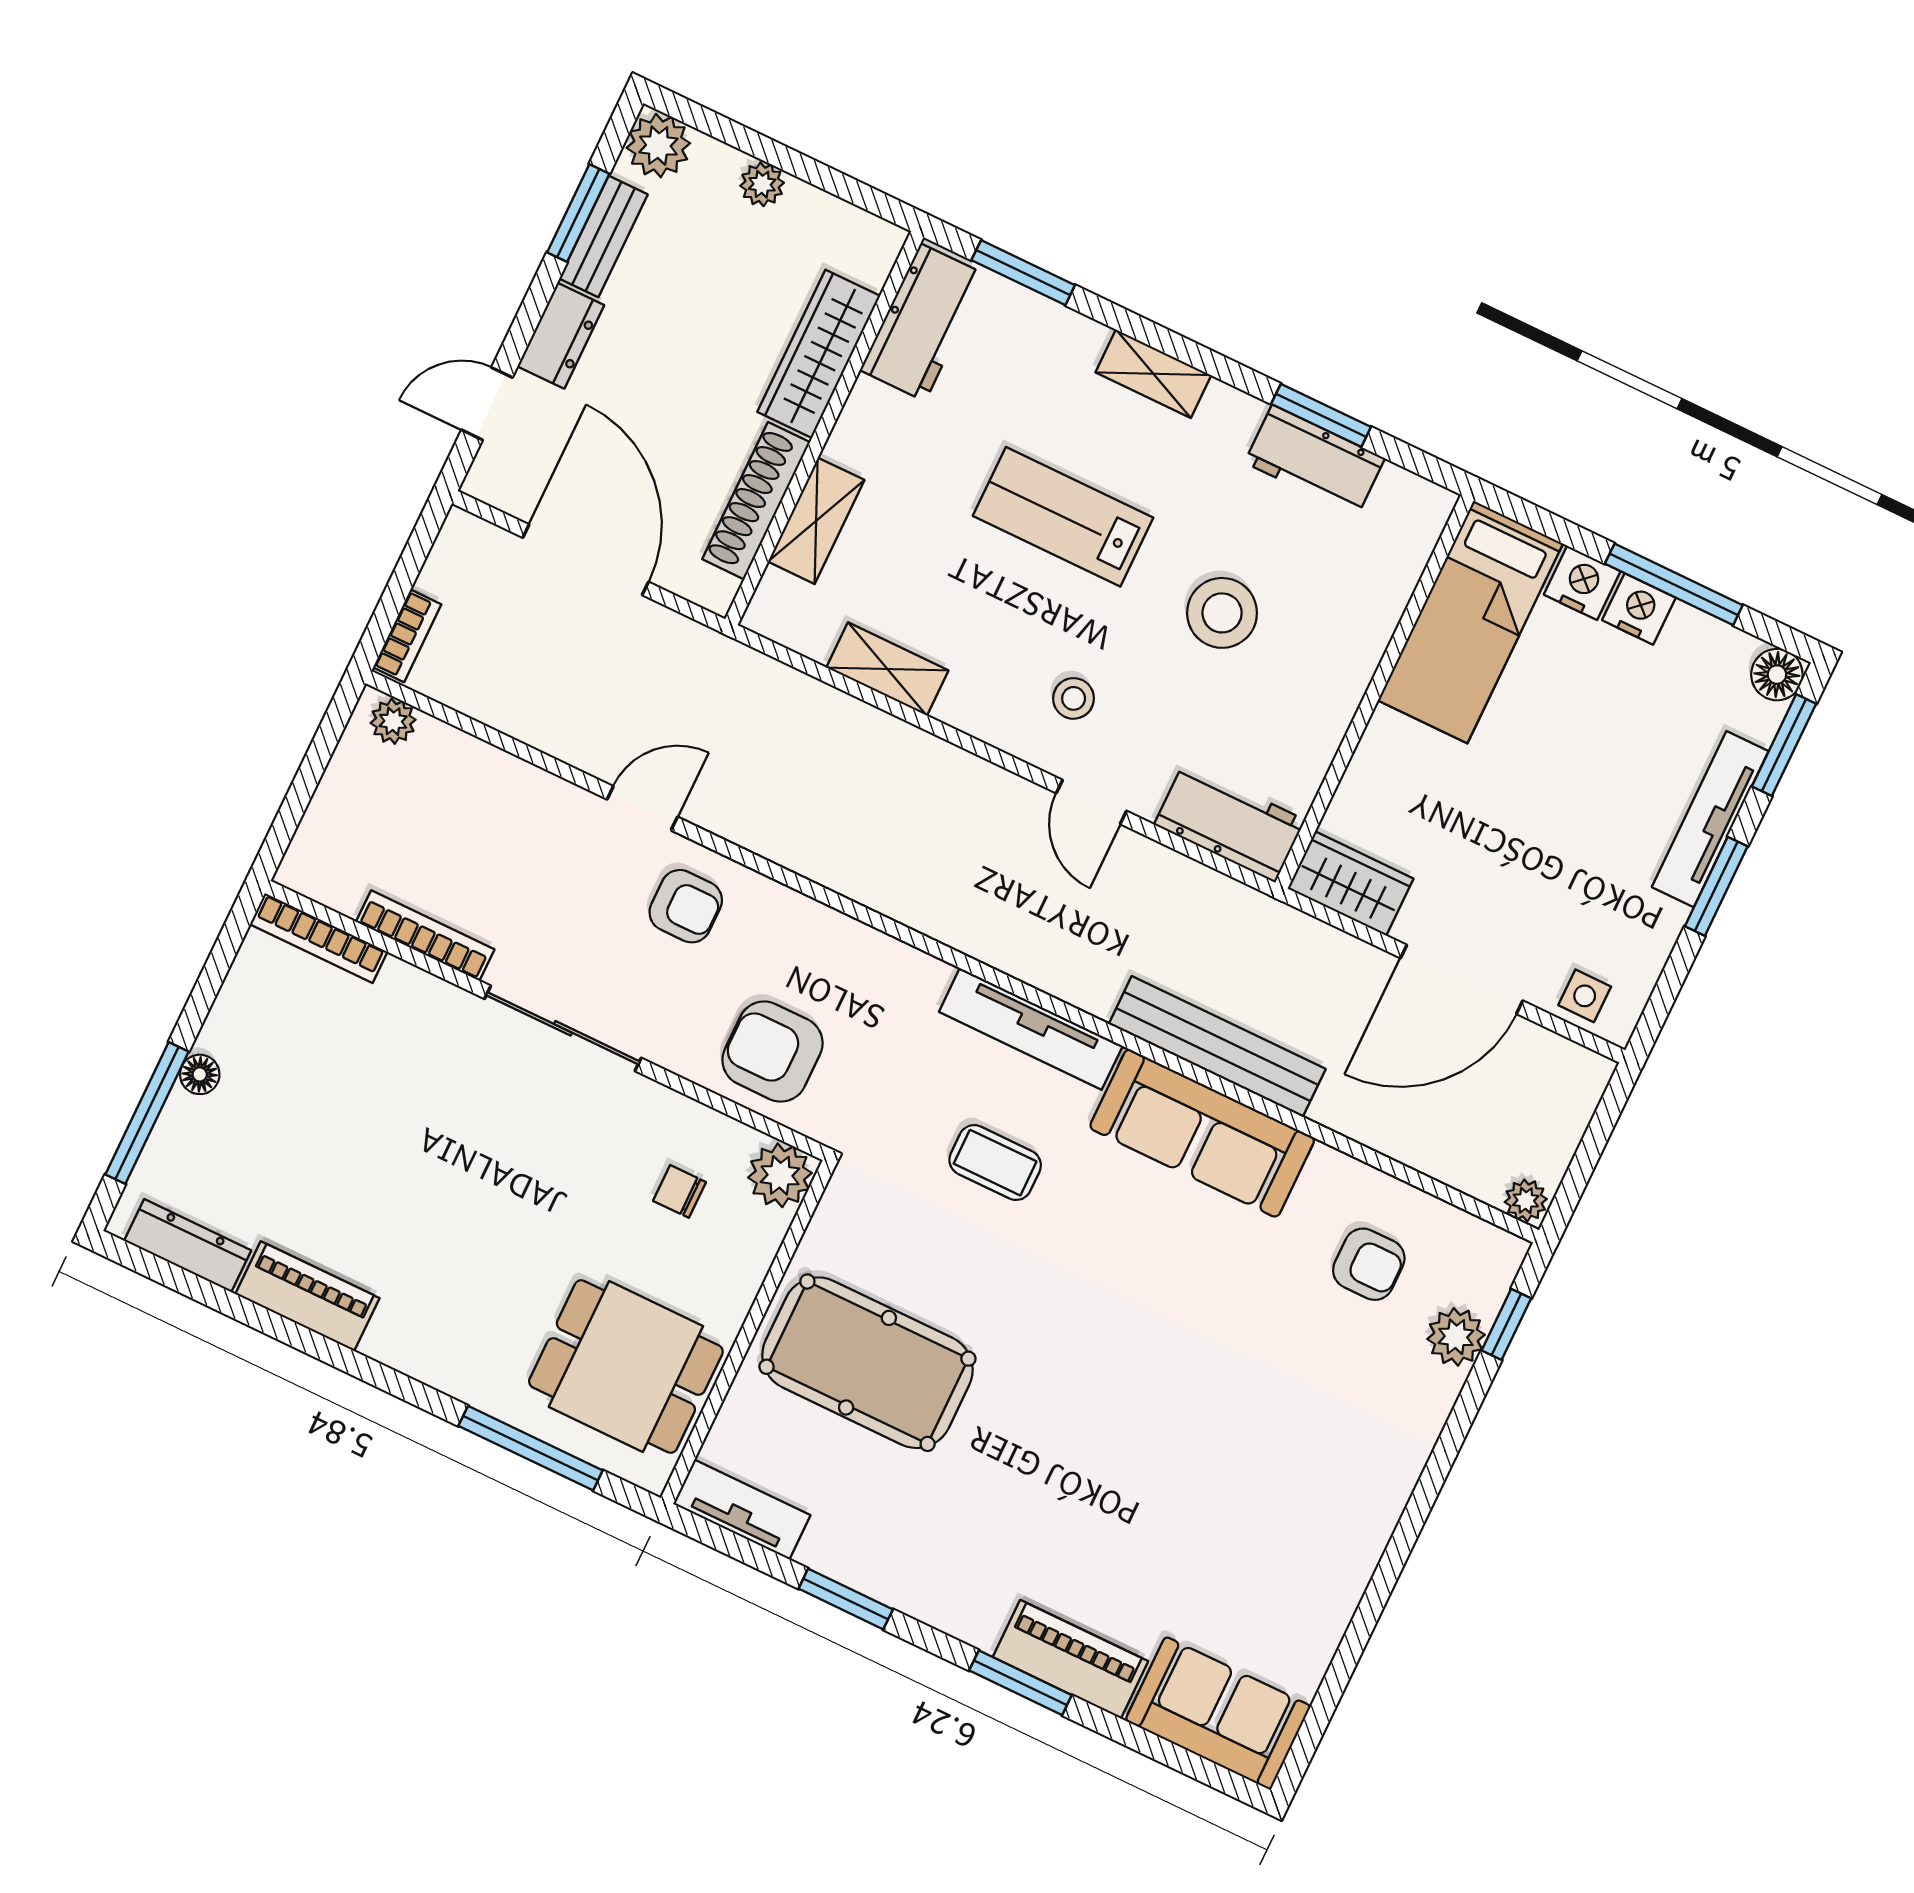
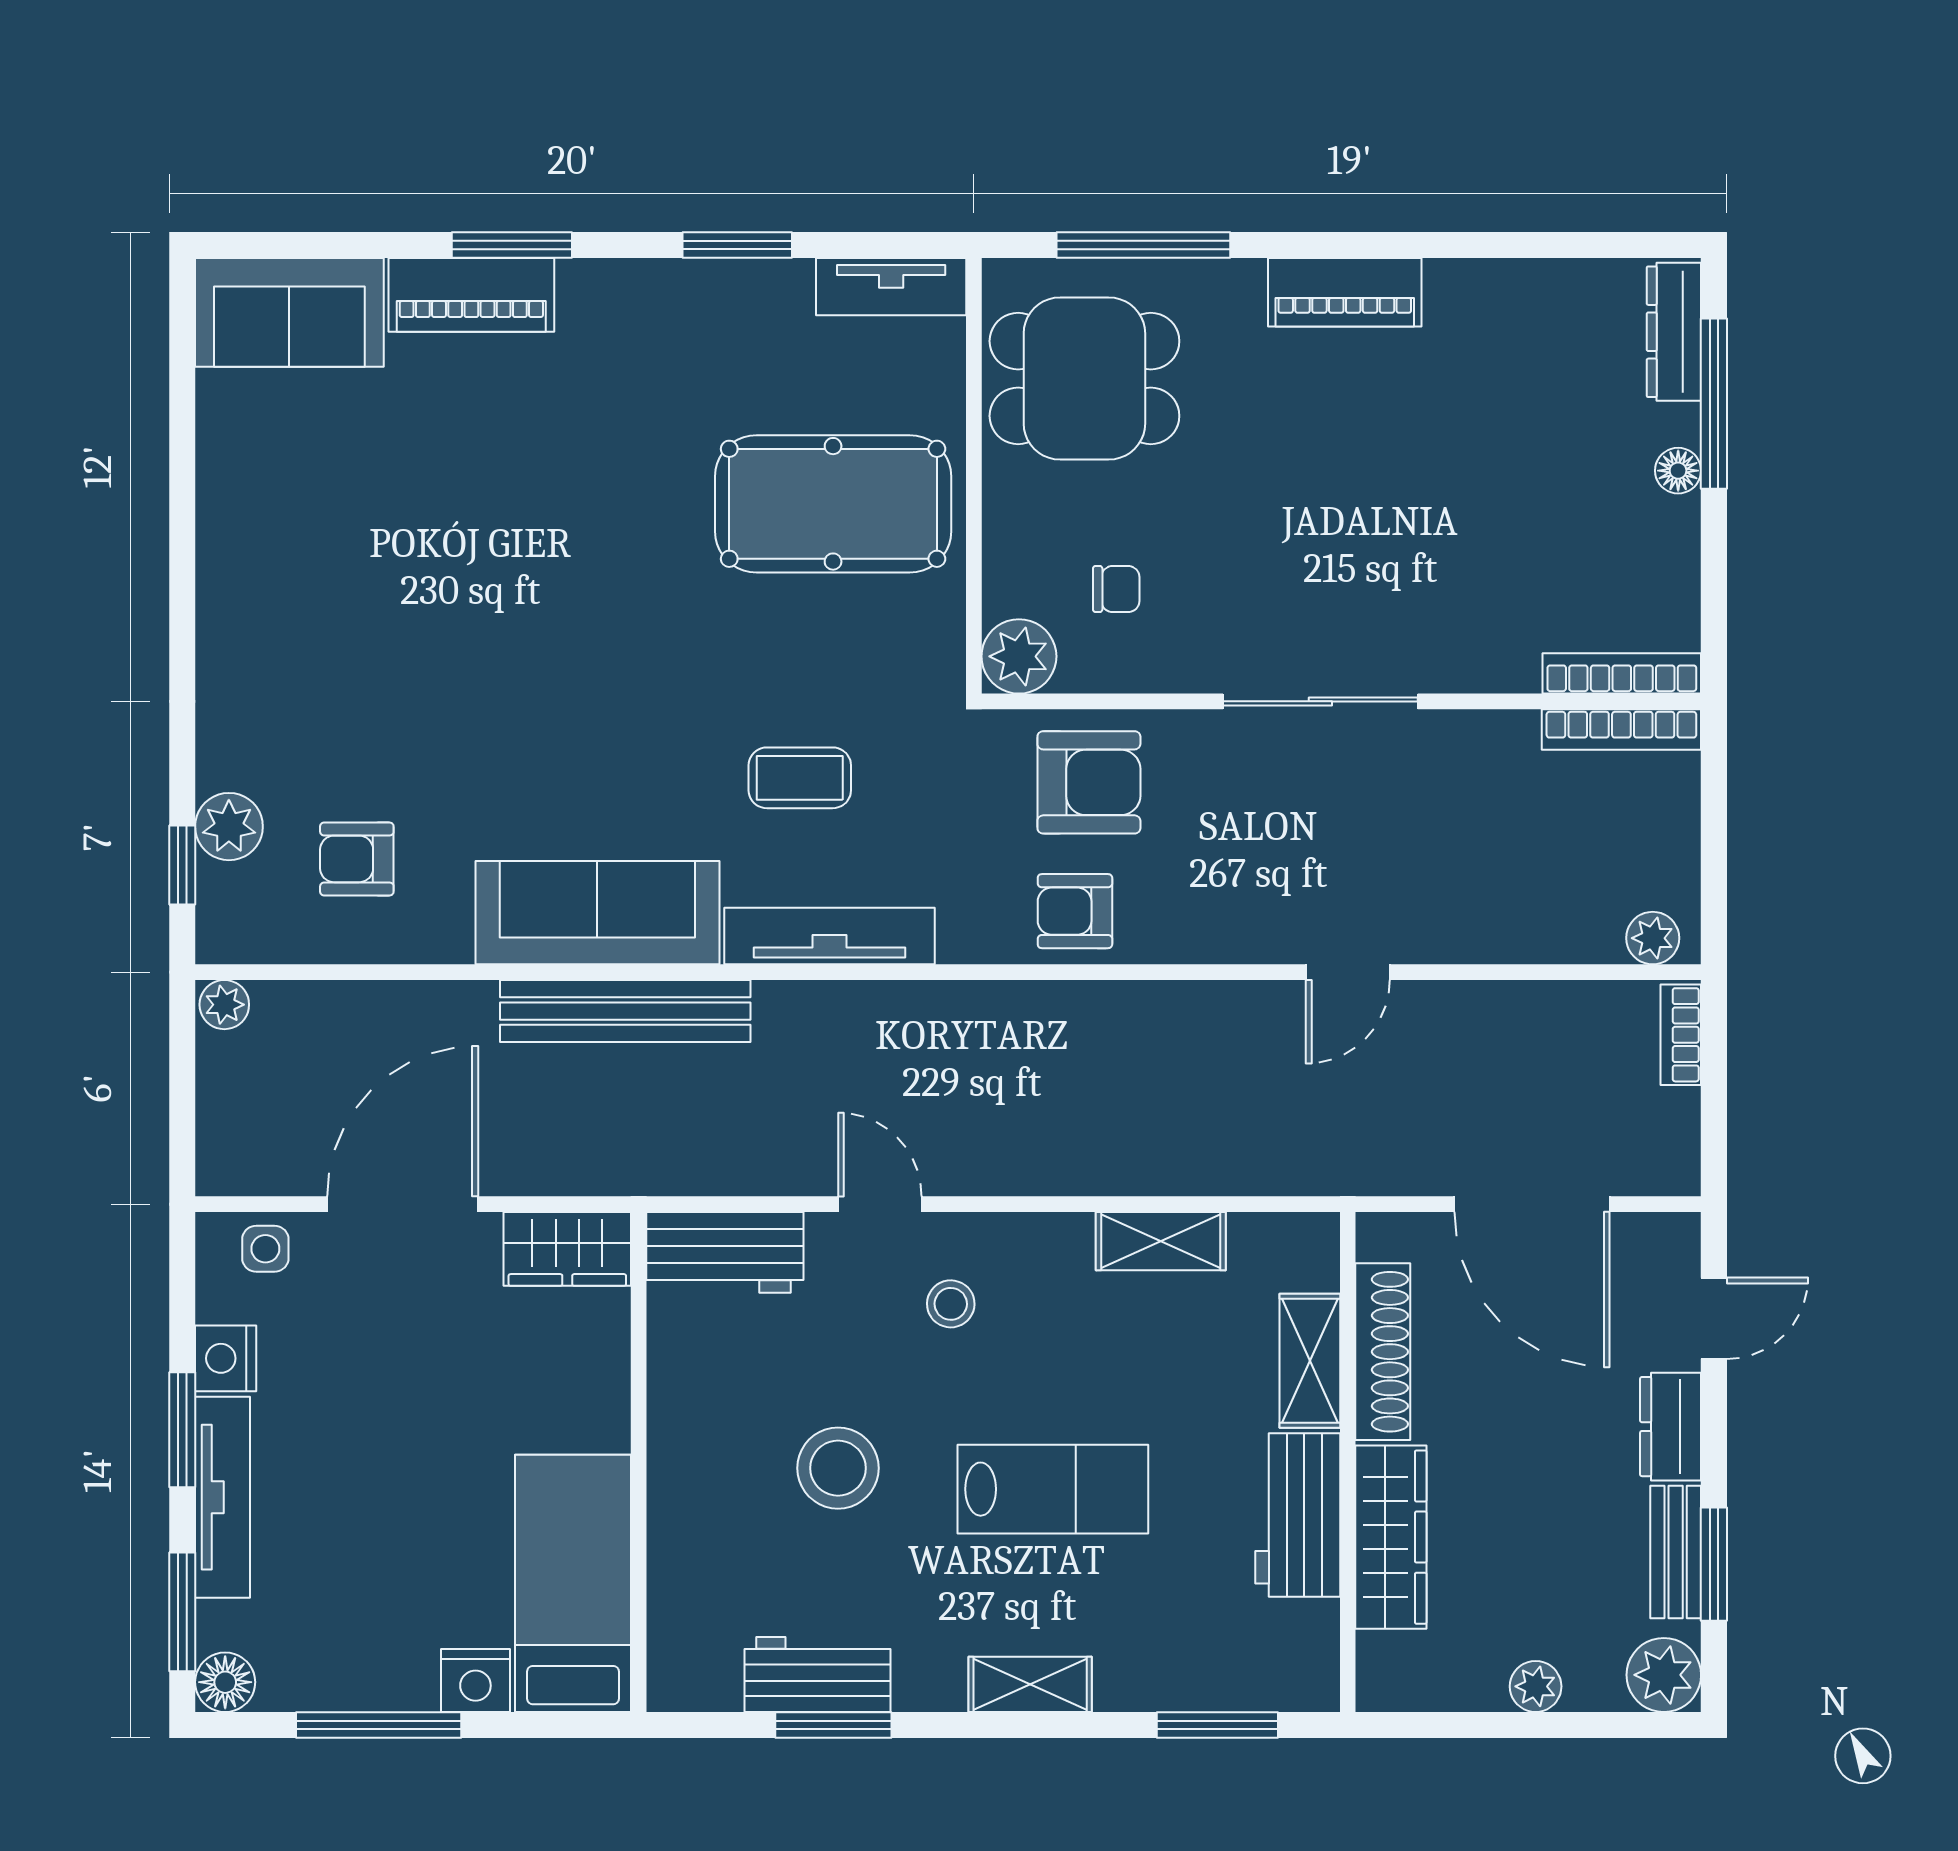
workbench: (923, 322) -> (1298, 1515), moved
nightstand: (1639, 609) -> (226, 1358), moved, turned 90
armchair: (686, 906) -> (1075, 911), moved
bookcase: (425, 936) -> (1621, 730), moved
dresser: (188, 1246) -> (1674, 332), moved, turned 90
piano: (307, 1296) -> (1345, 292), moved

